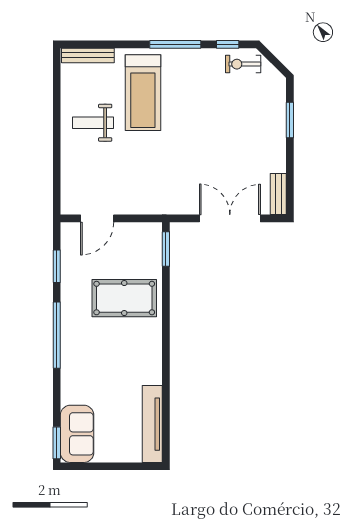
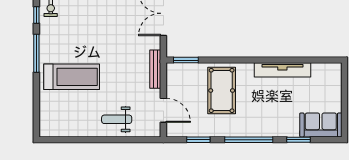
bench: (88, 55) -> (155, 69), moved
weight bench: (93, 123) -> (117, 119), moved, turned 90
tv unit: (152, 424) -> (282, 70), moved
window: (57, 443) -> (299, 140), moved

